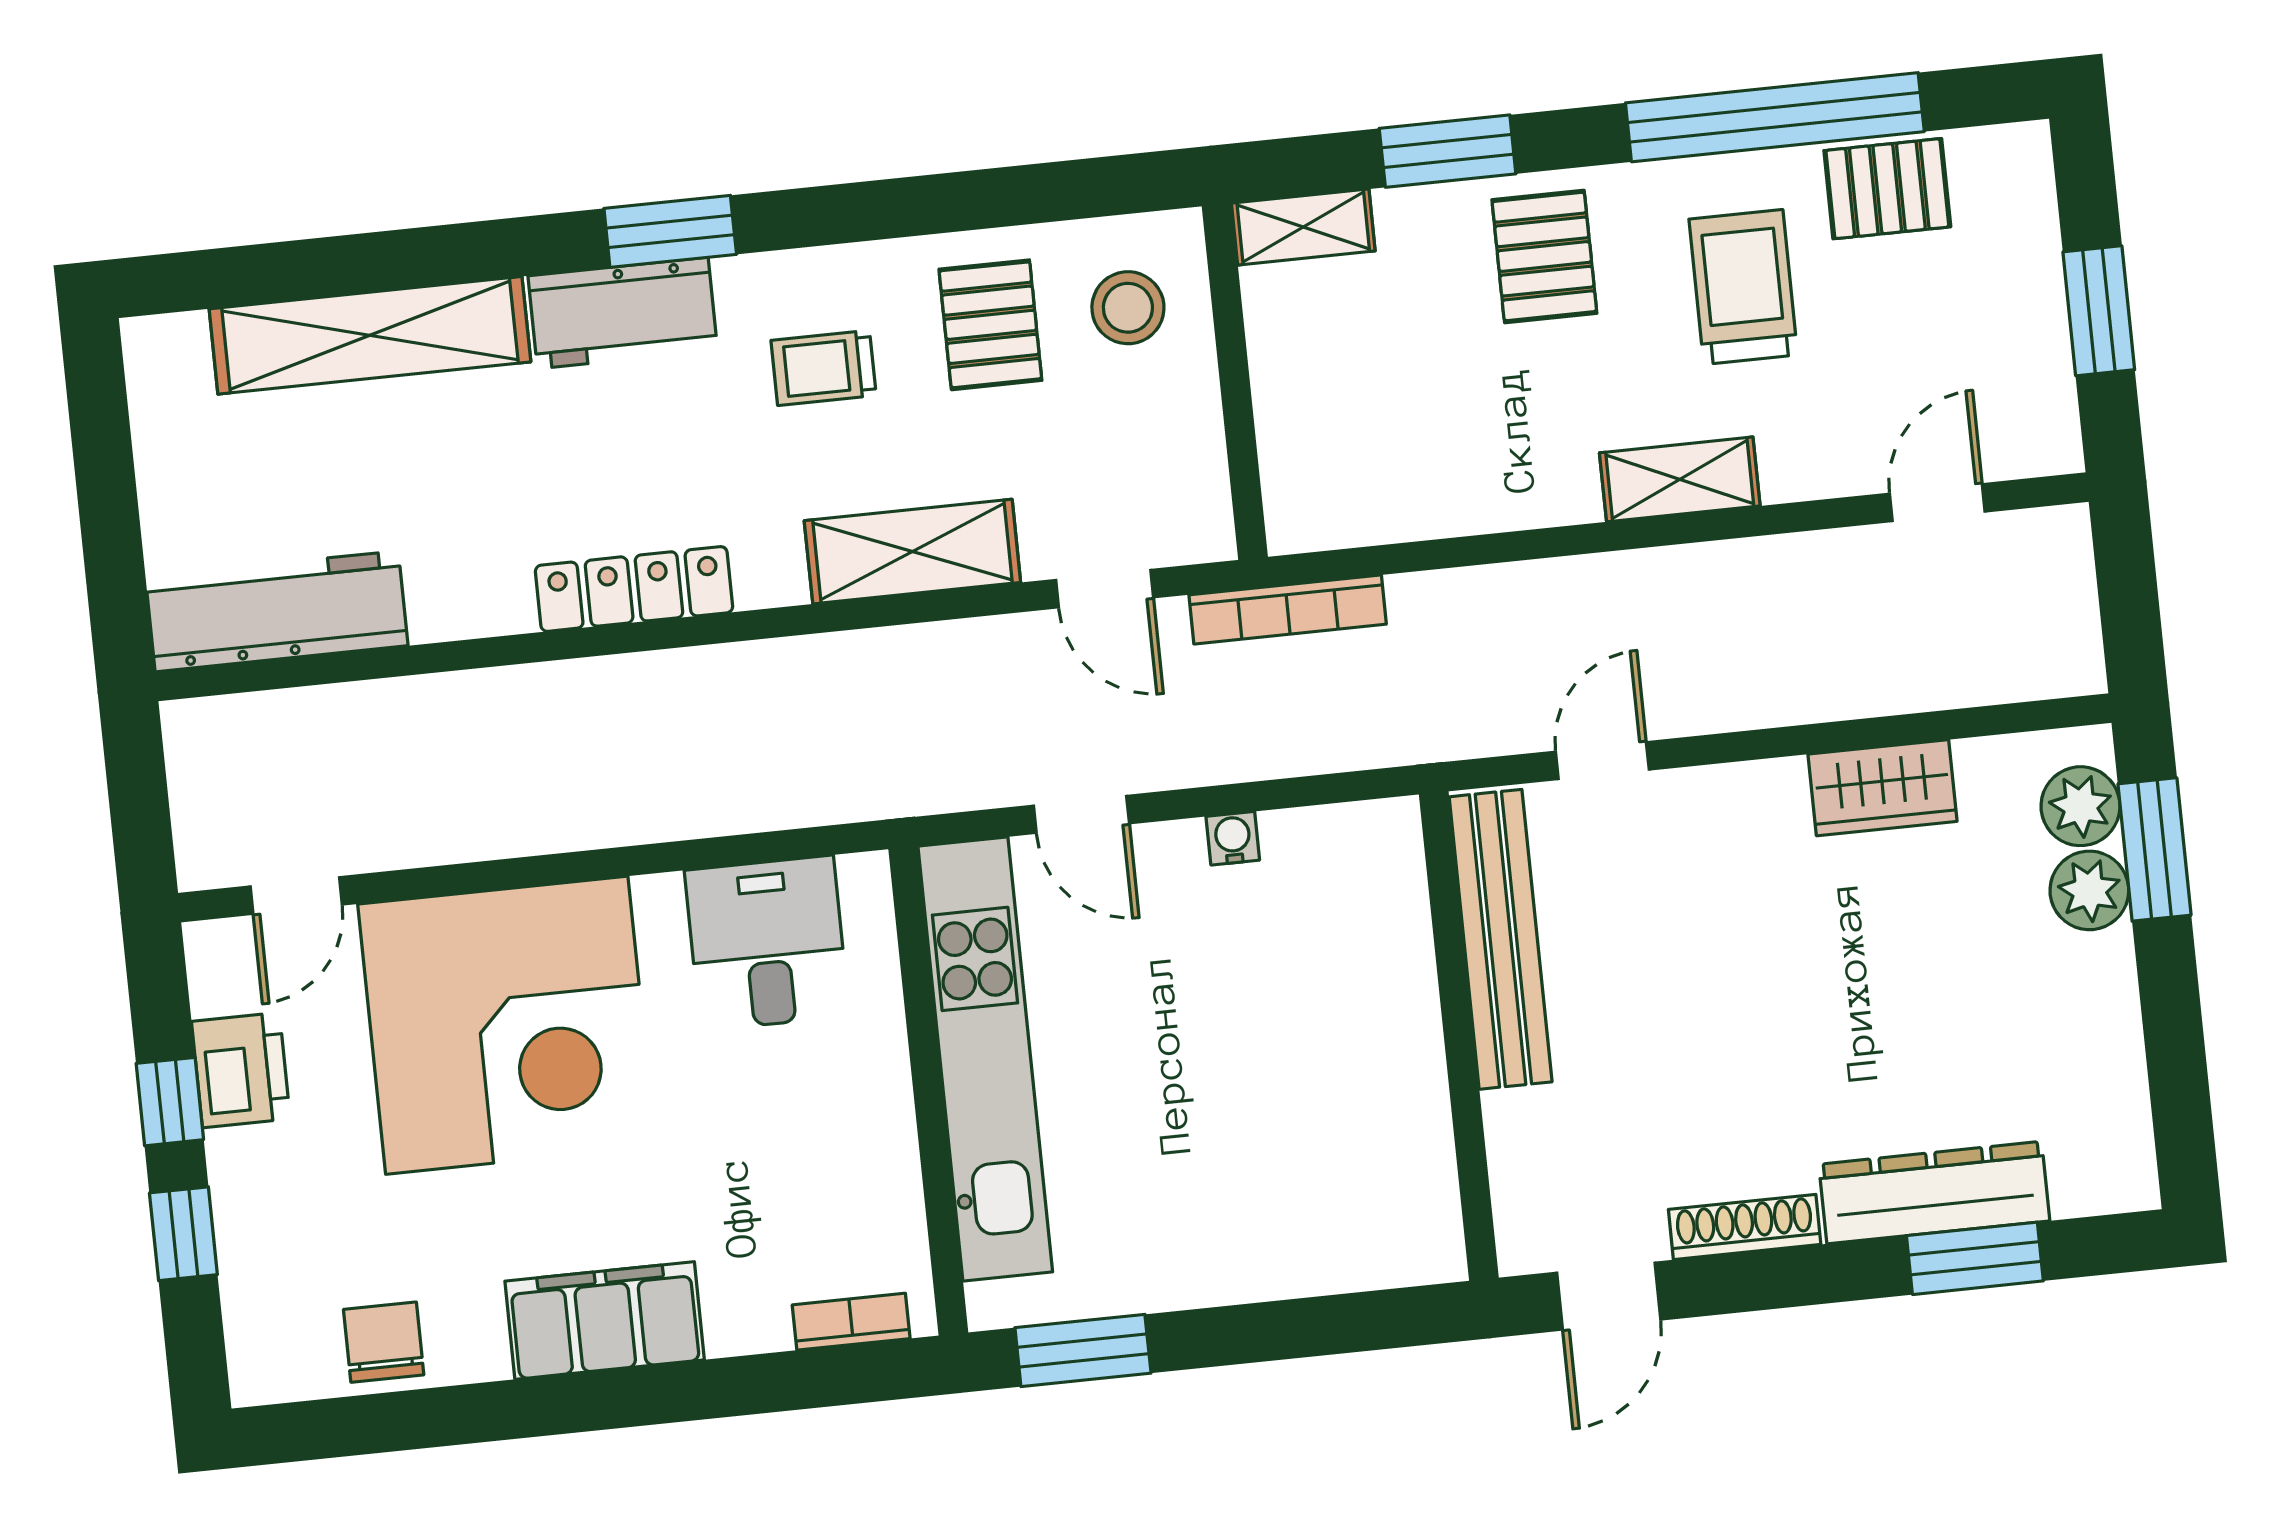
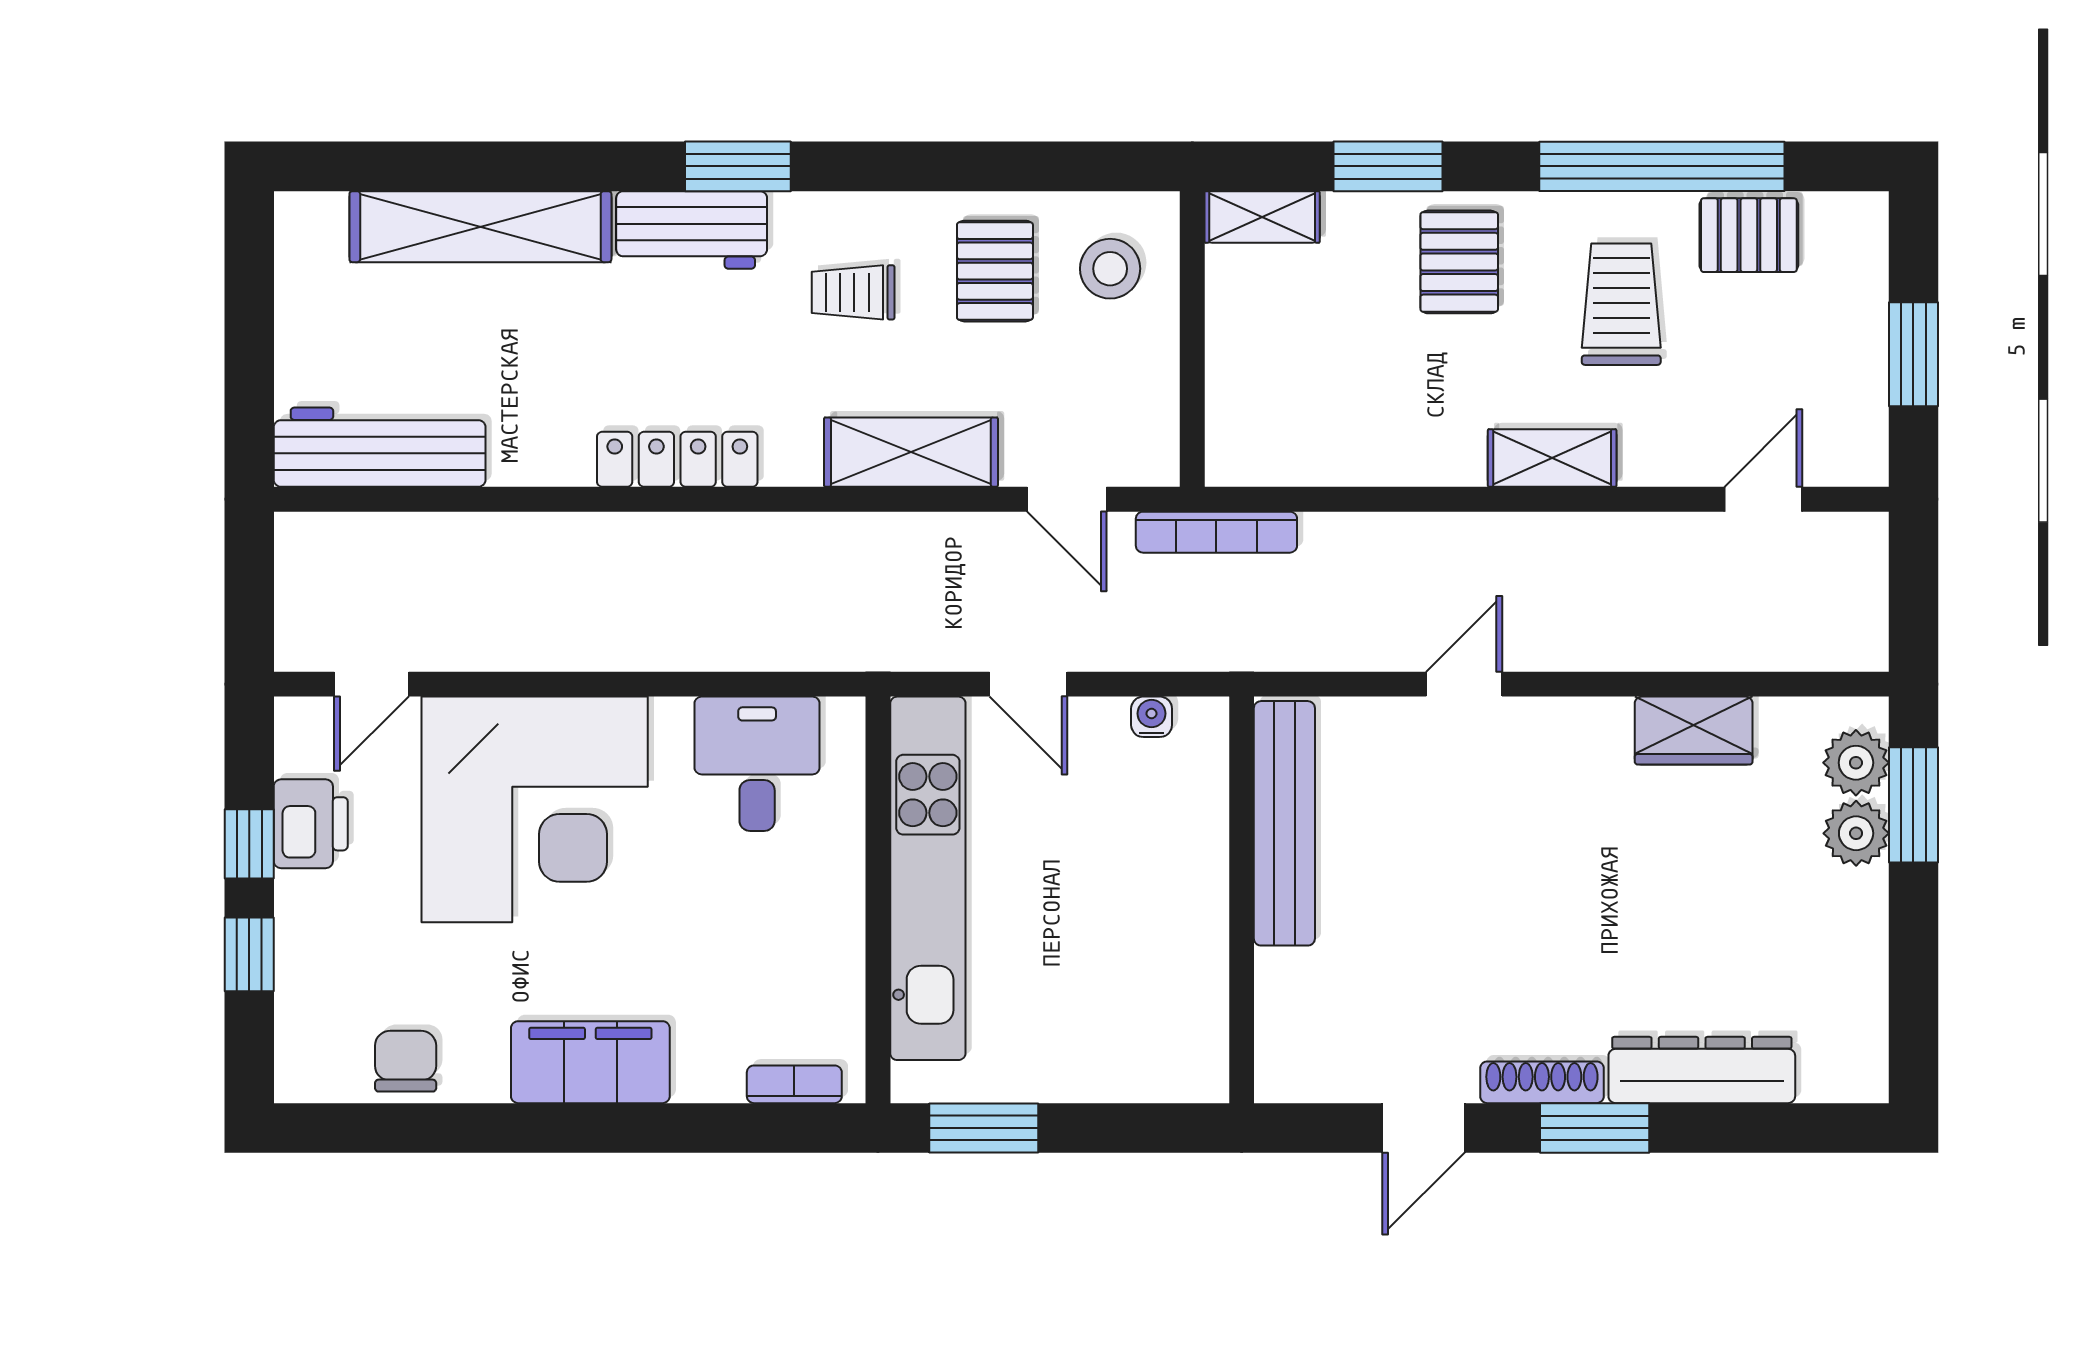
bench: (1501, 939) -> (1284, 823), moved
wall: (1459, 1036) -> (1242, 900), moved
window: (1975, 1258) -> (1595, 1128), moved

